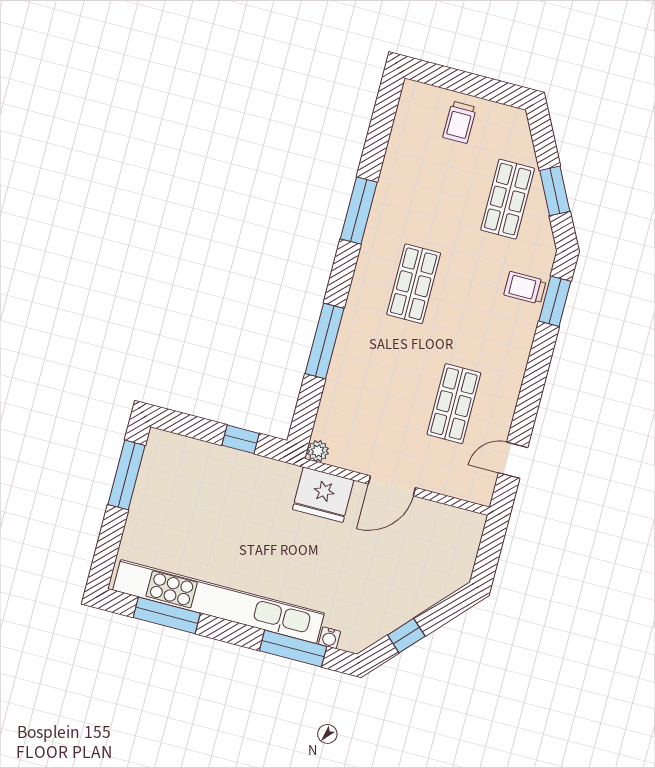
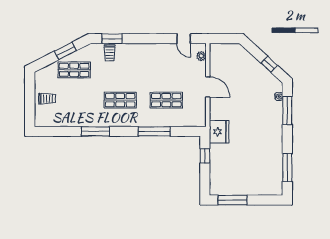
shop shelf: (454, 404) -> (166, 100), moved
plant: (318, 451) -> (201, 56), moved
fridge: (323, 495) -> (219, 132), moved
kitchen unit: (218, 602) -> (276, 147), removed

